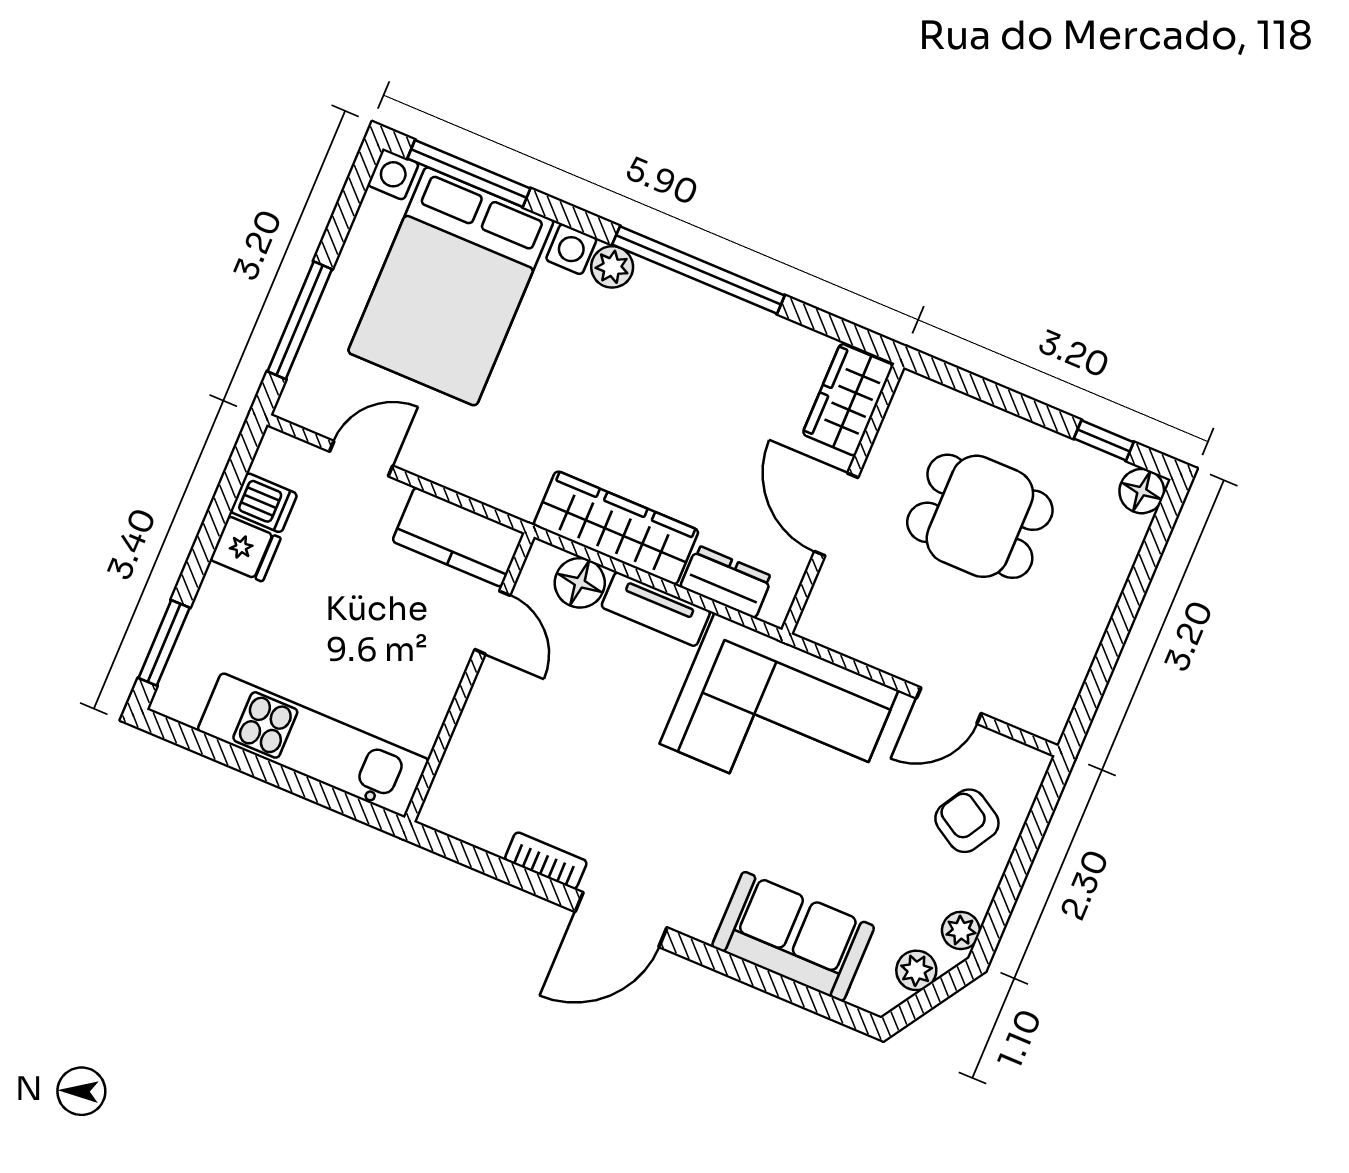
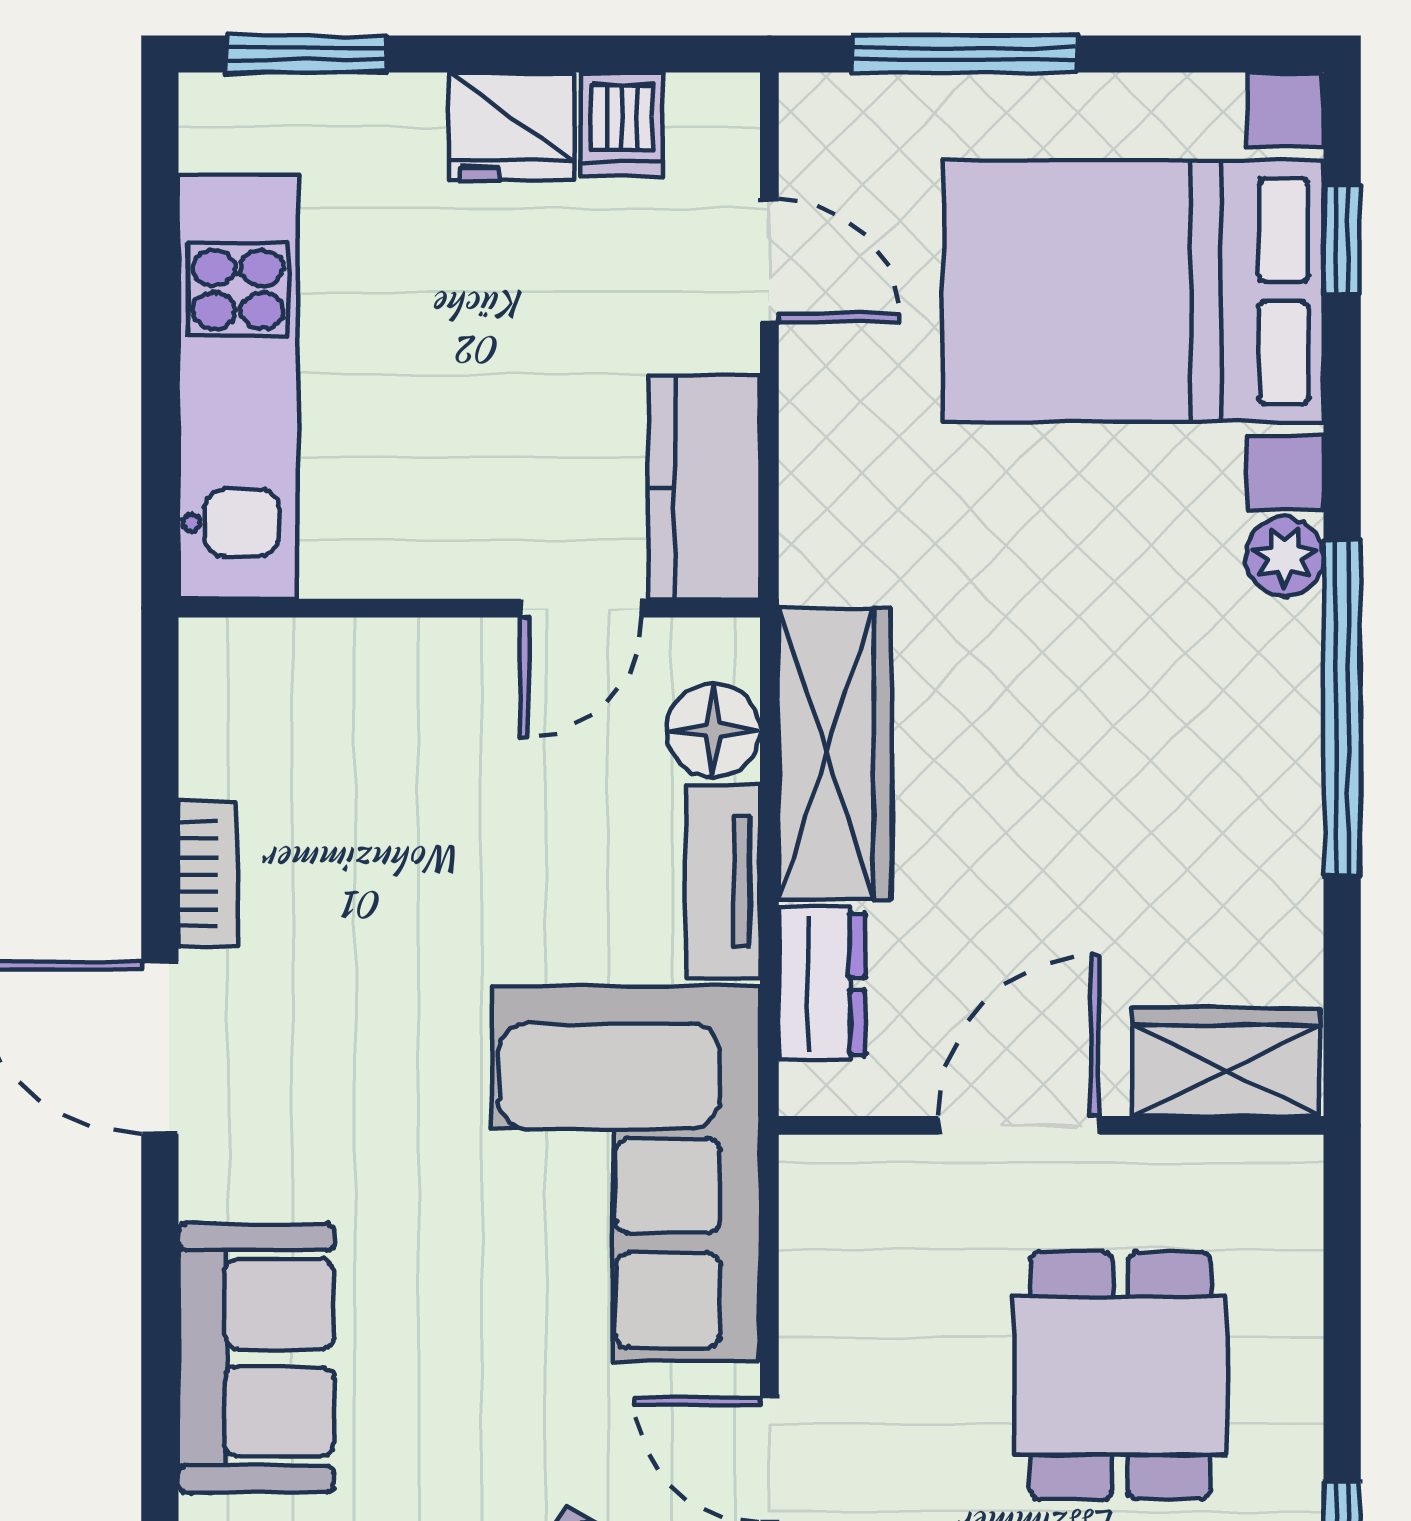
window: (469, 173) -> (1342, 240), width x0.46
fridge: (245, 549) -> (511, 126), width x1.38

